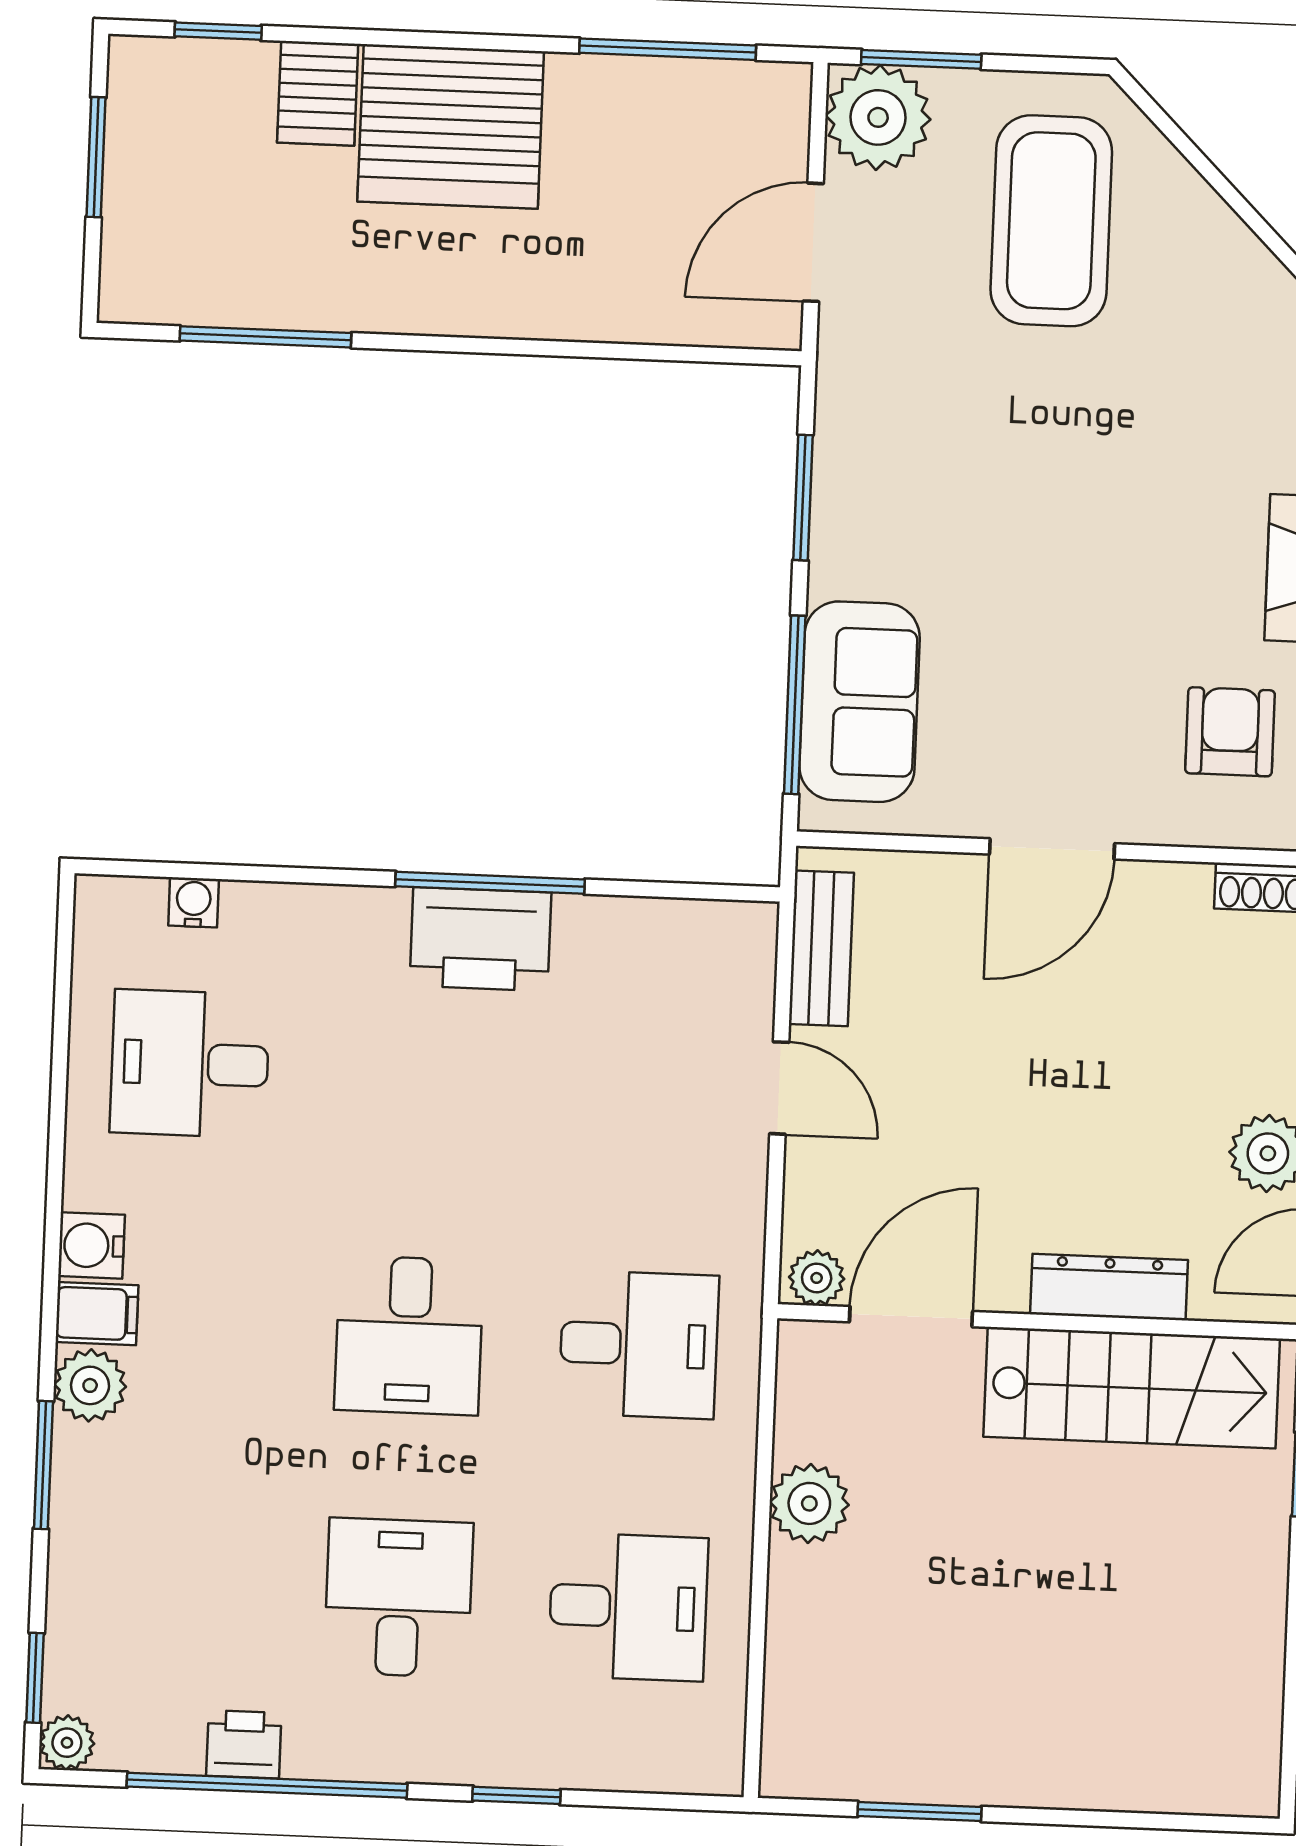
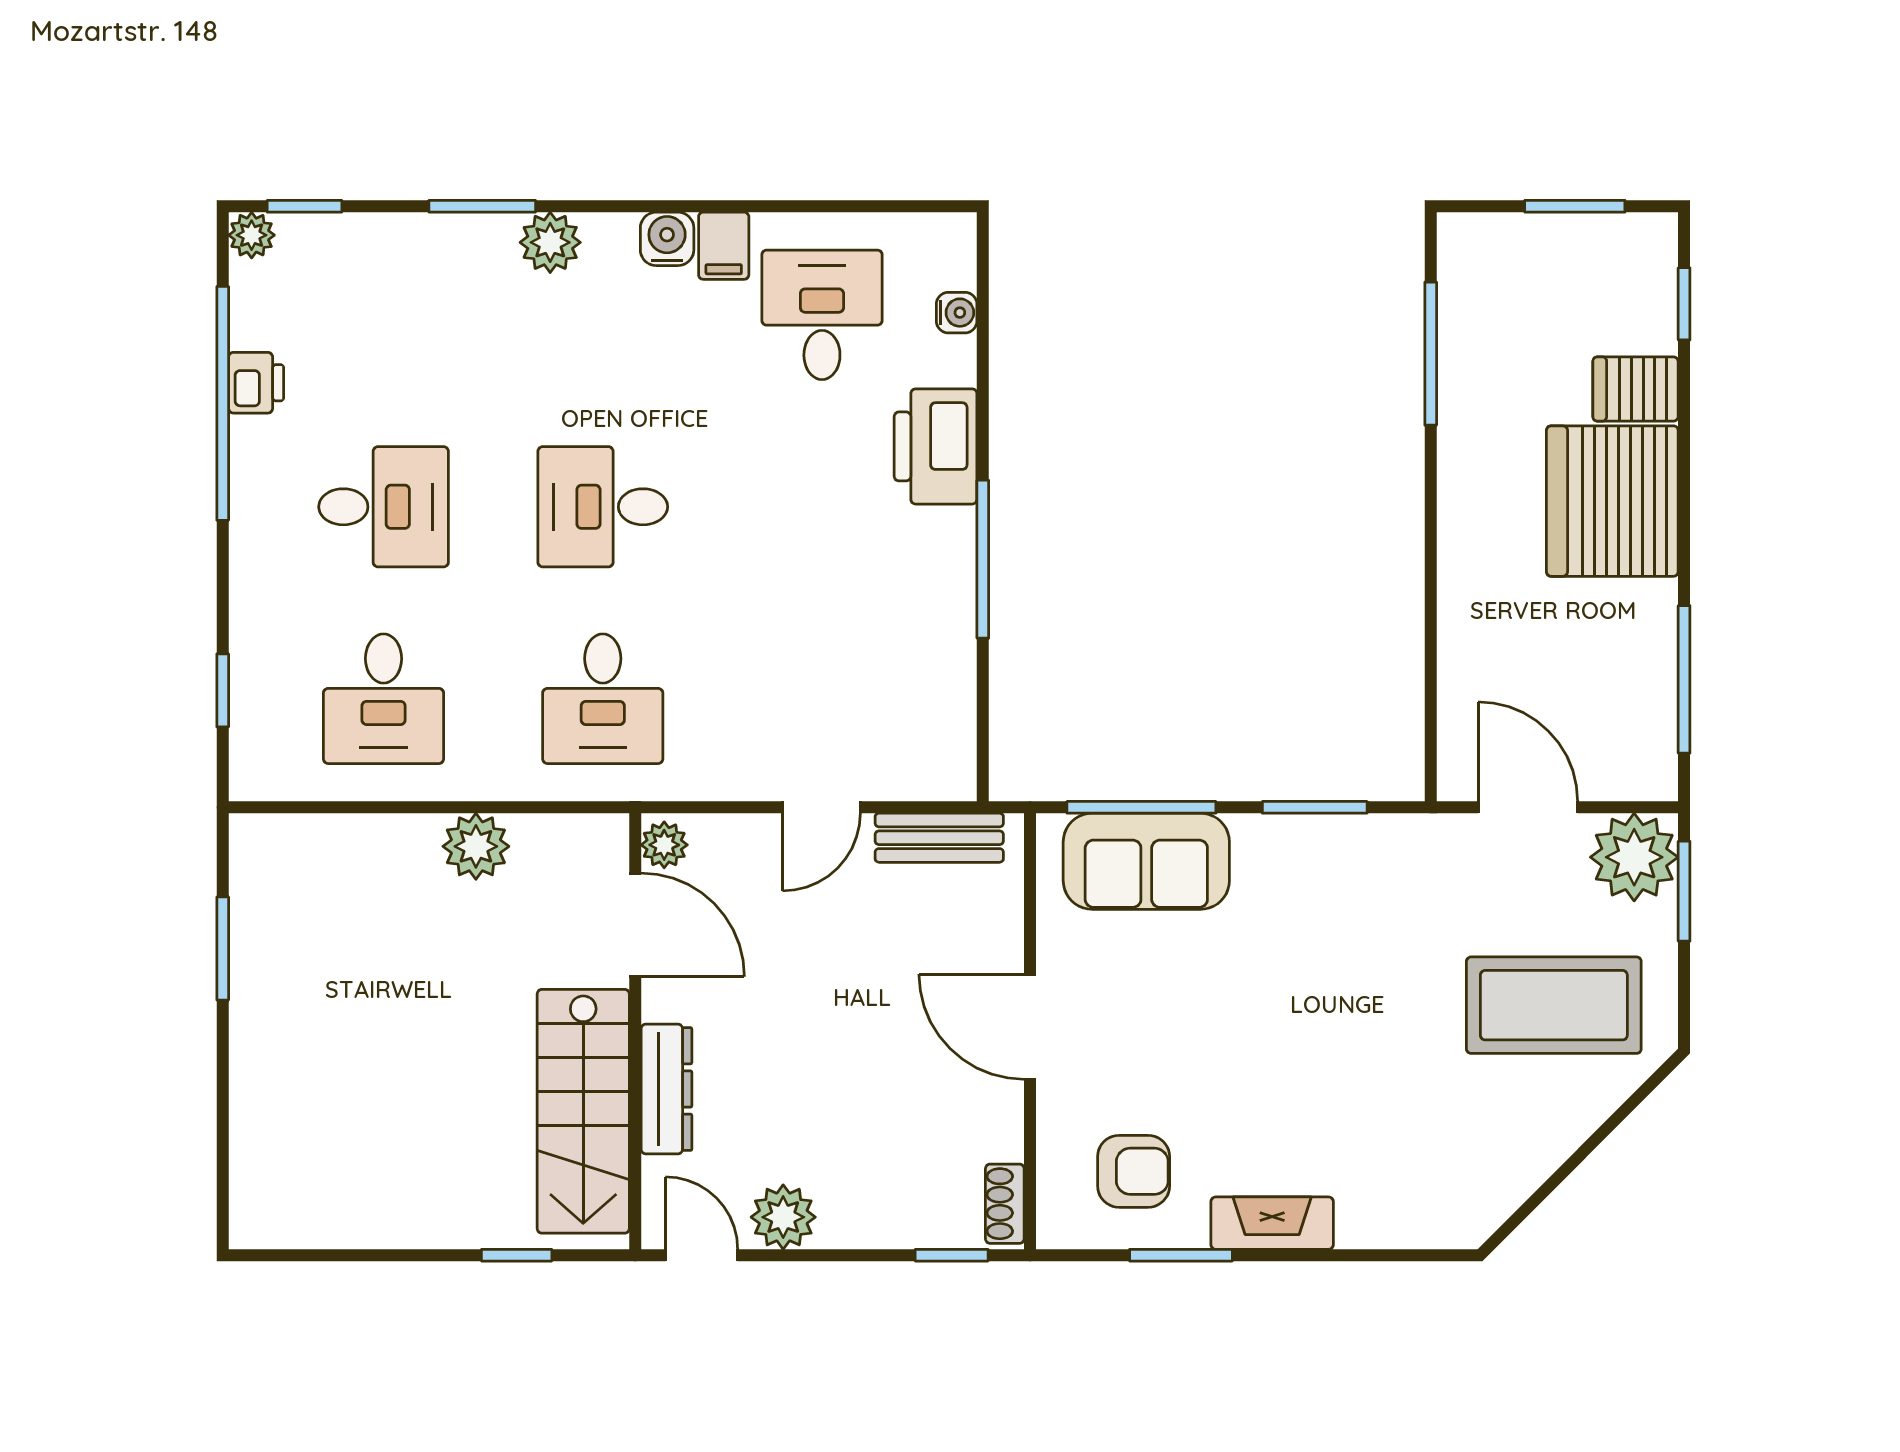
printer: (480, 939) -> (936, 446), moved
filing cabinet: (97, 1314) -> (724, 246), moved
window: (516, 1795) -> (223, 690), moved

